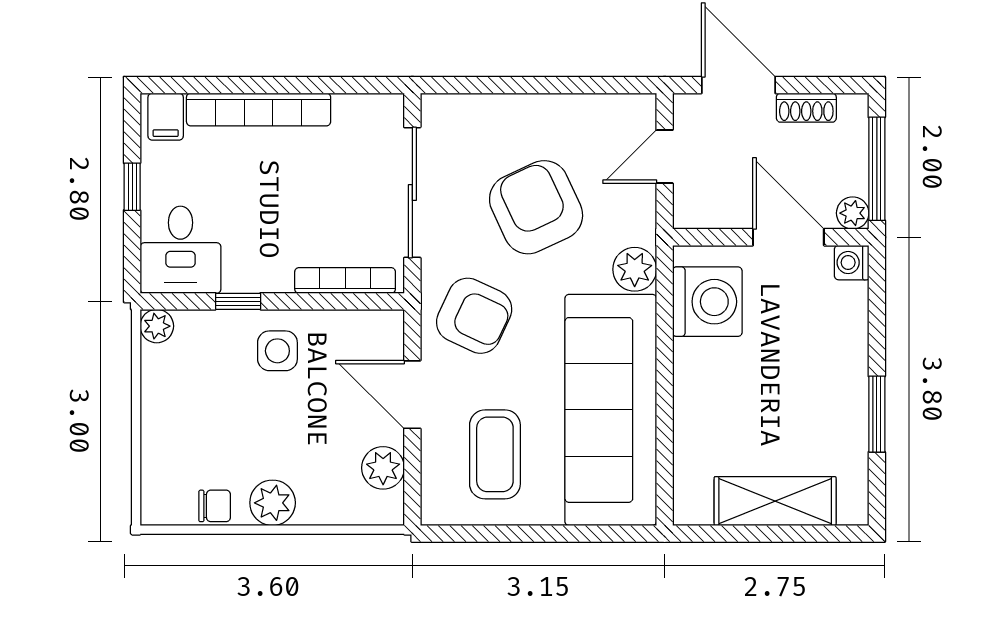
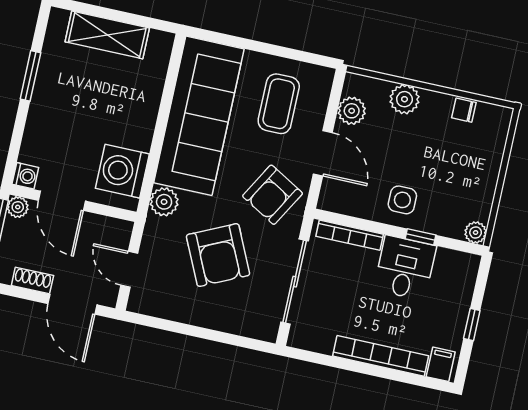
door: (665, 157) -> (129, 269), swing flipped
desk: (180, 250) -> (405, 268), moved
armchair: (474, 316) -> (273, 195), turned -85
plant: (273, 503) -> (404, 99), moved

